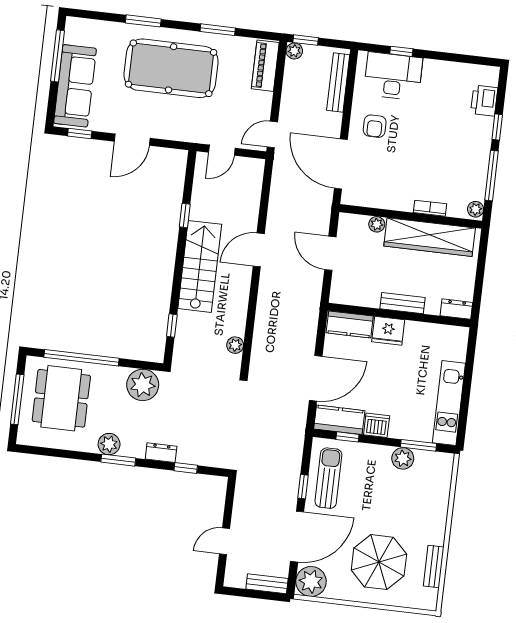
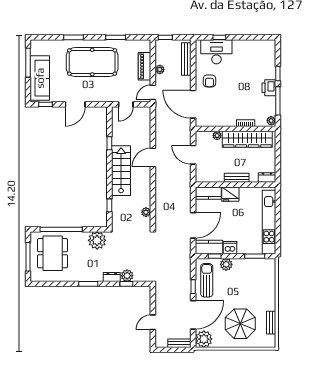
plant: (294, 51) -> (160, 70), moved
piano: (265, 66) -> (144, 66), moved
printer: (484, 101) -> (269, 88), moved
kitchen unit: (449, 403) -> (269, 222), width x1.36
plant: (109, 444) -> (127, 276), moved
plant: (403, 458) -> (226, 264), moved

